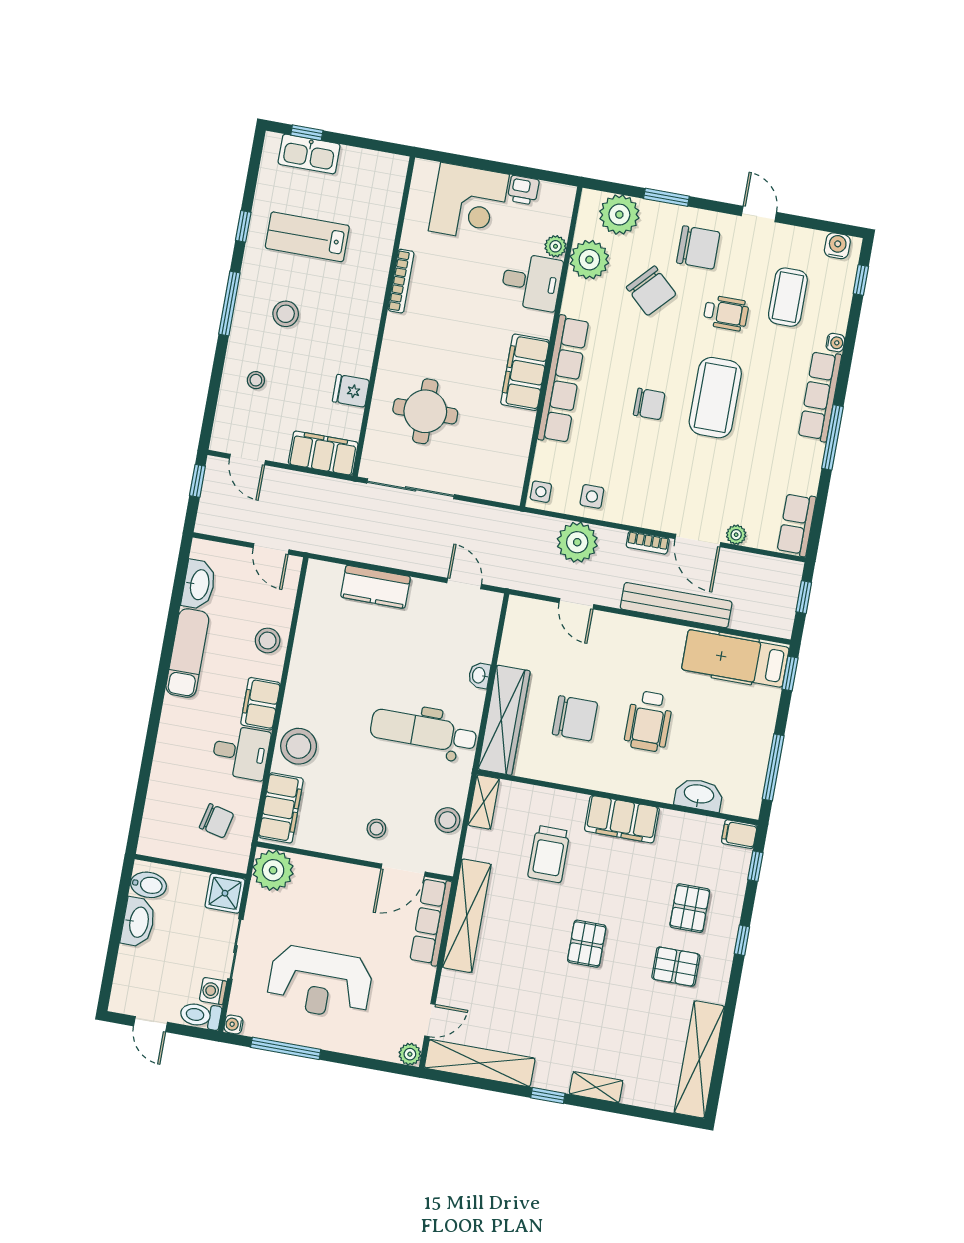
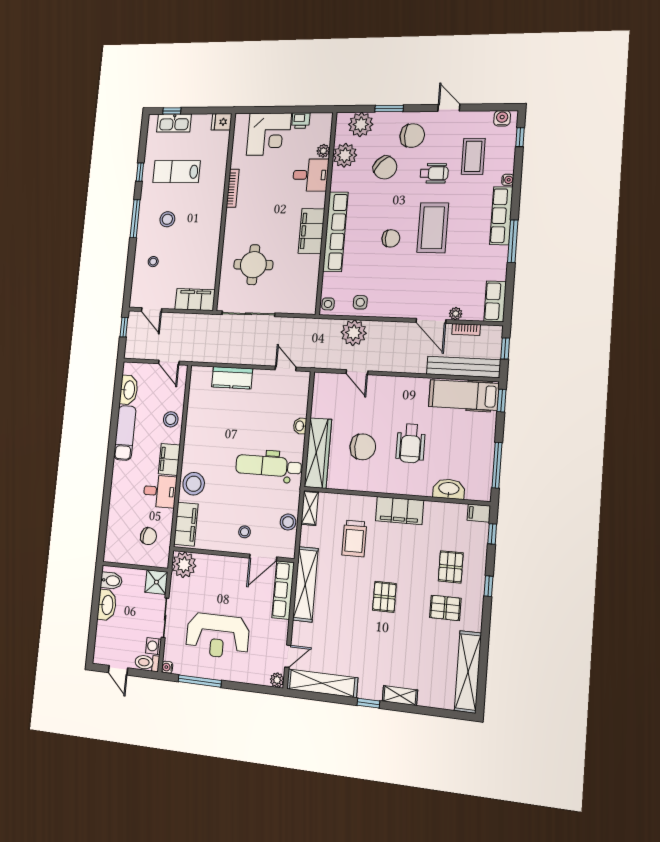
fridge: (351, 391) -> (222, 122), moved
bookcase: (648, 543) -> (466, 330), moved
bench: (676, 605) -> (463, 367), moved

